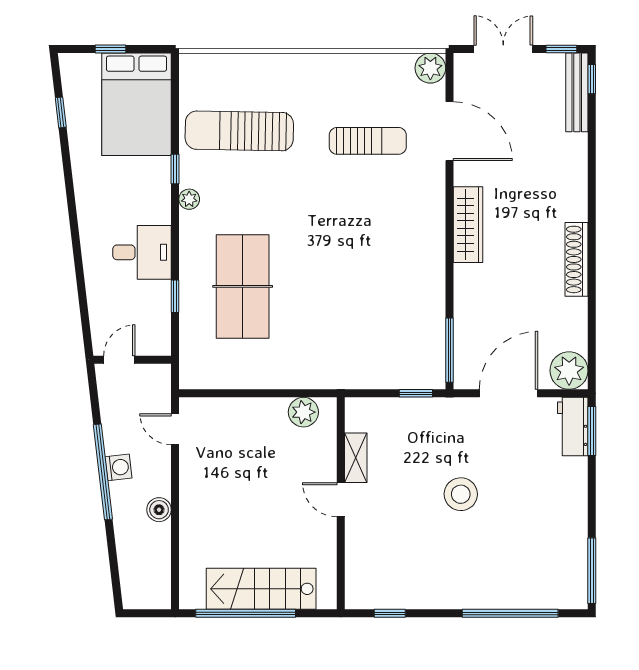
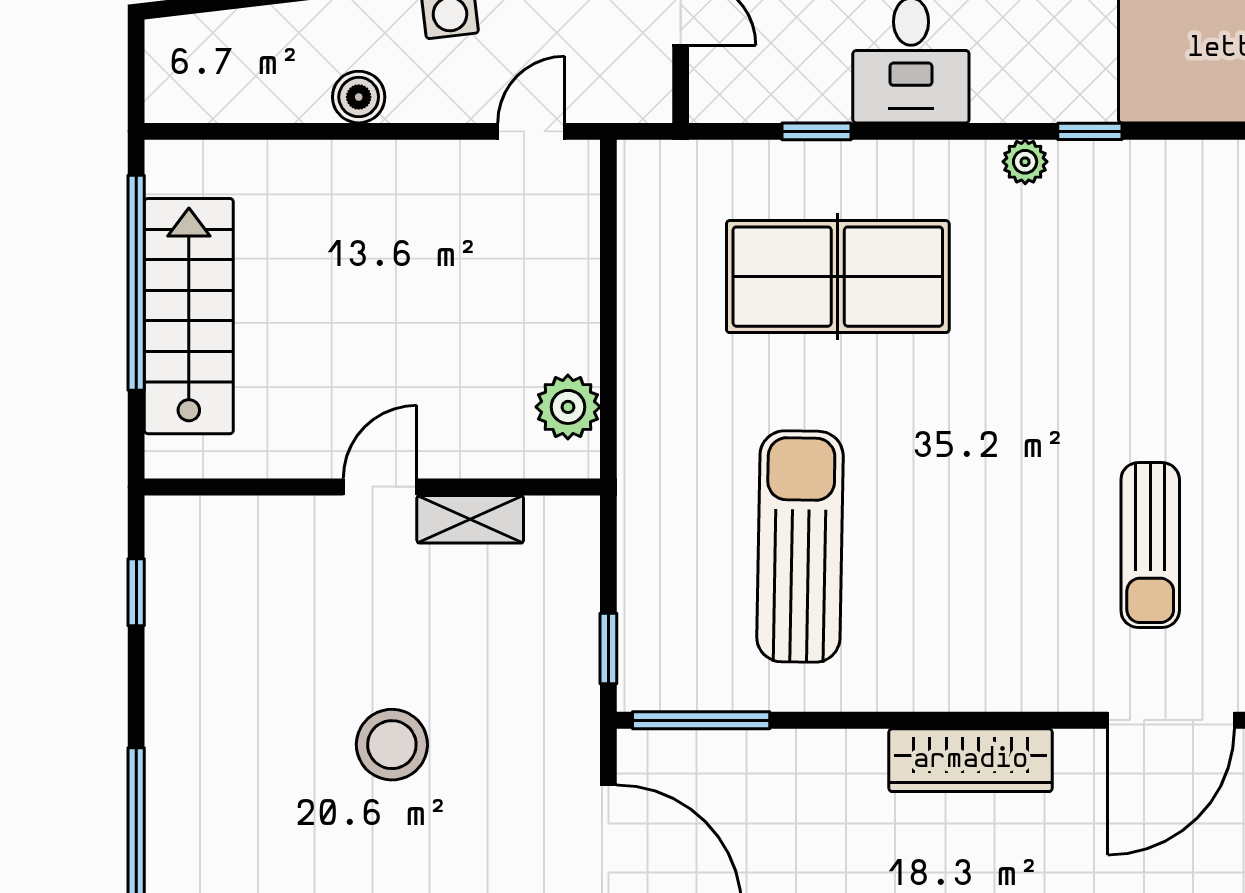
sun lounger: (239, 131) -> (800, 547), moved

